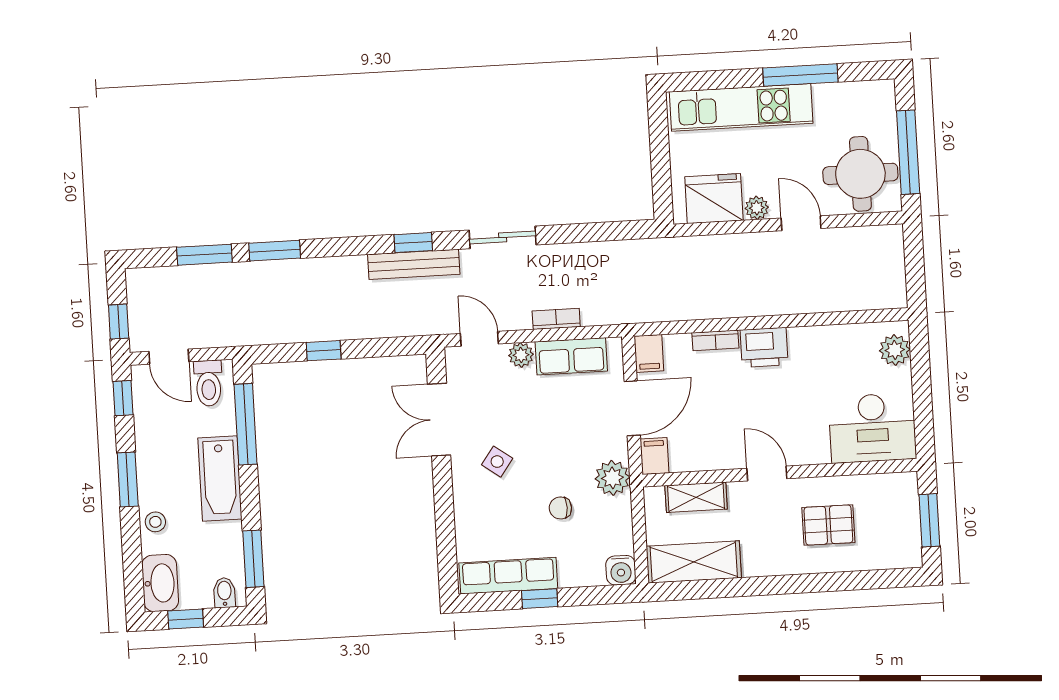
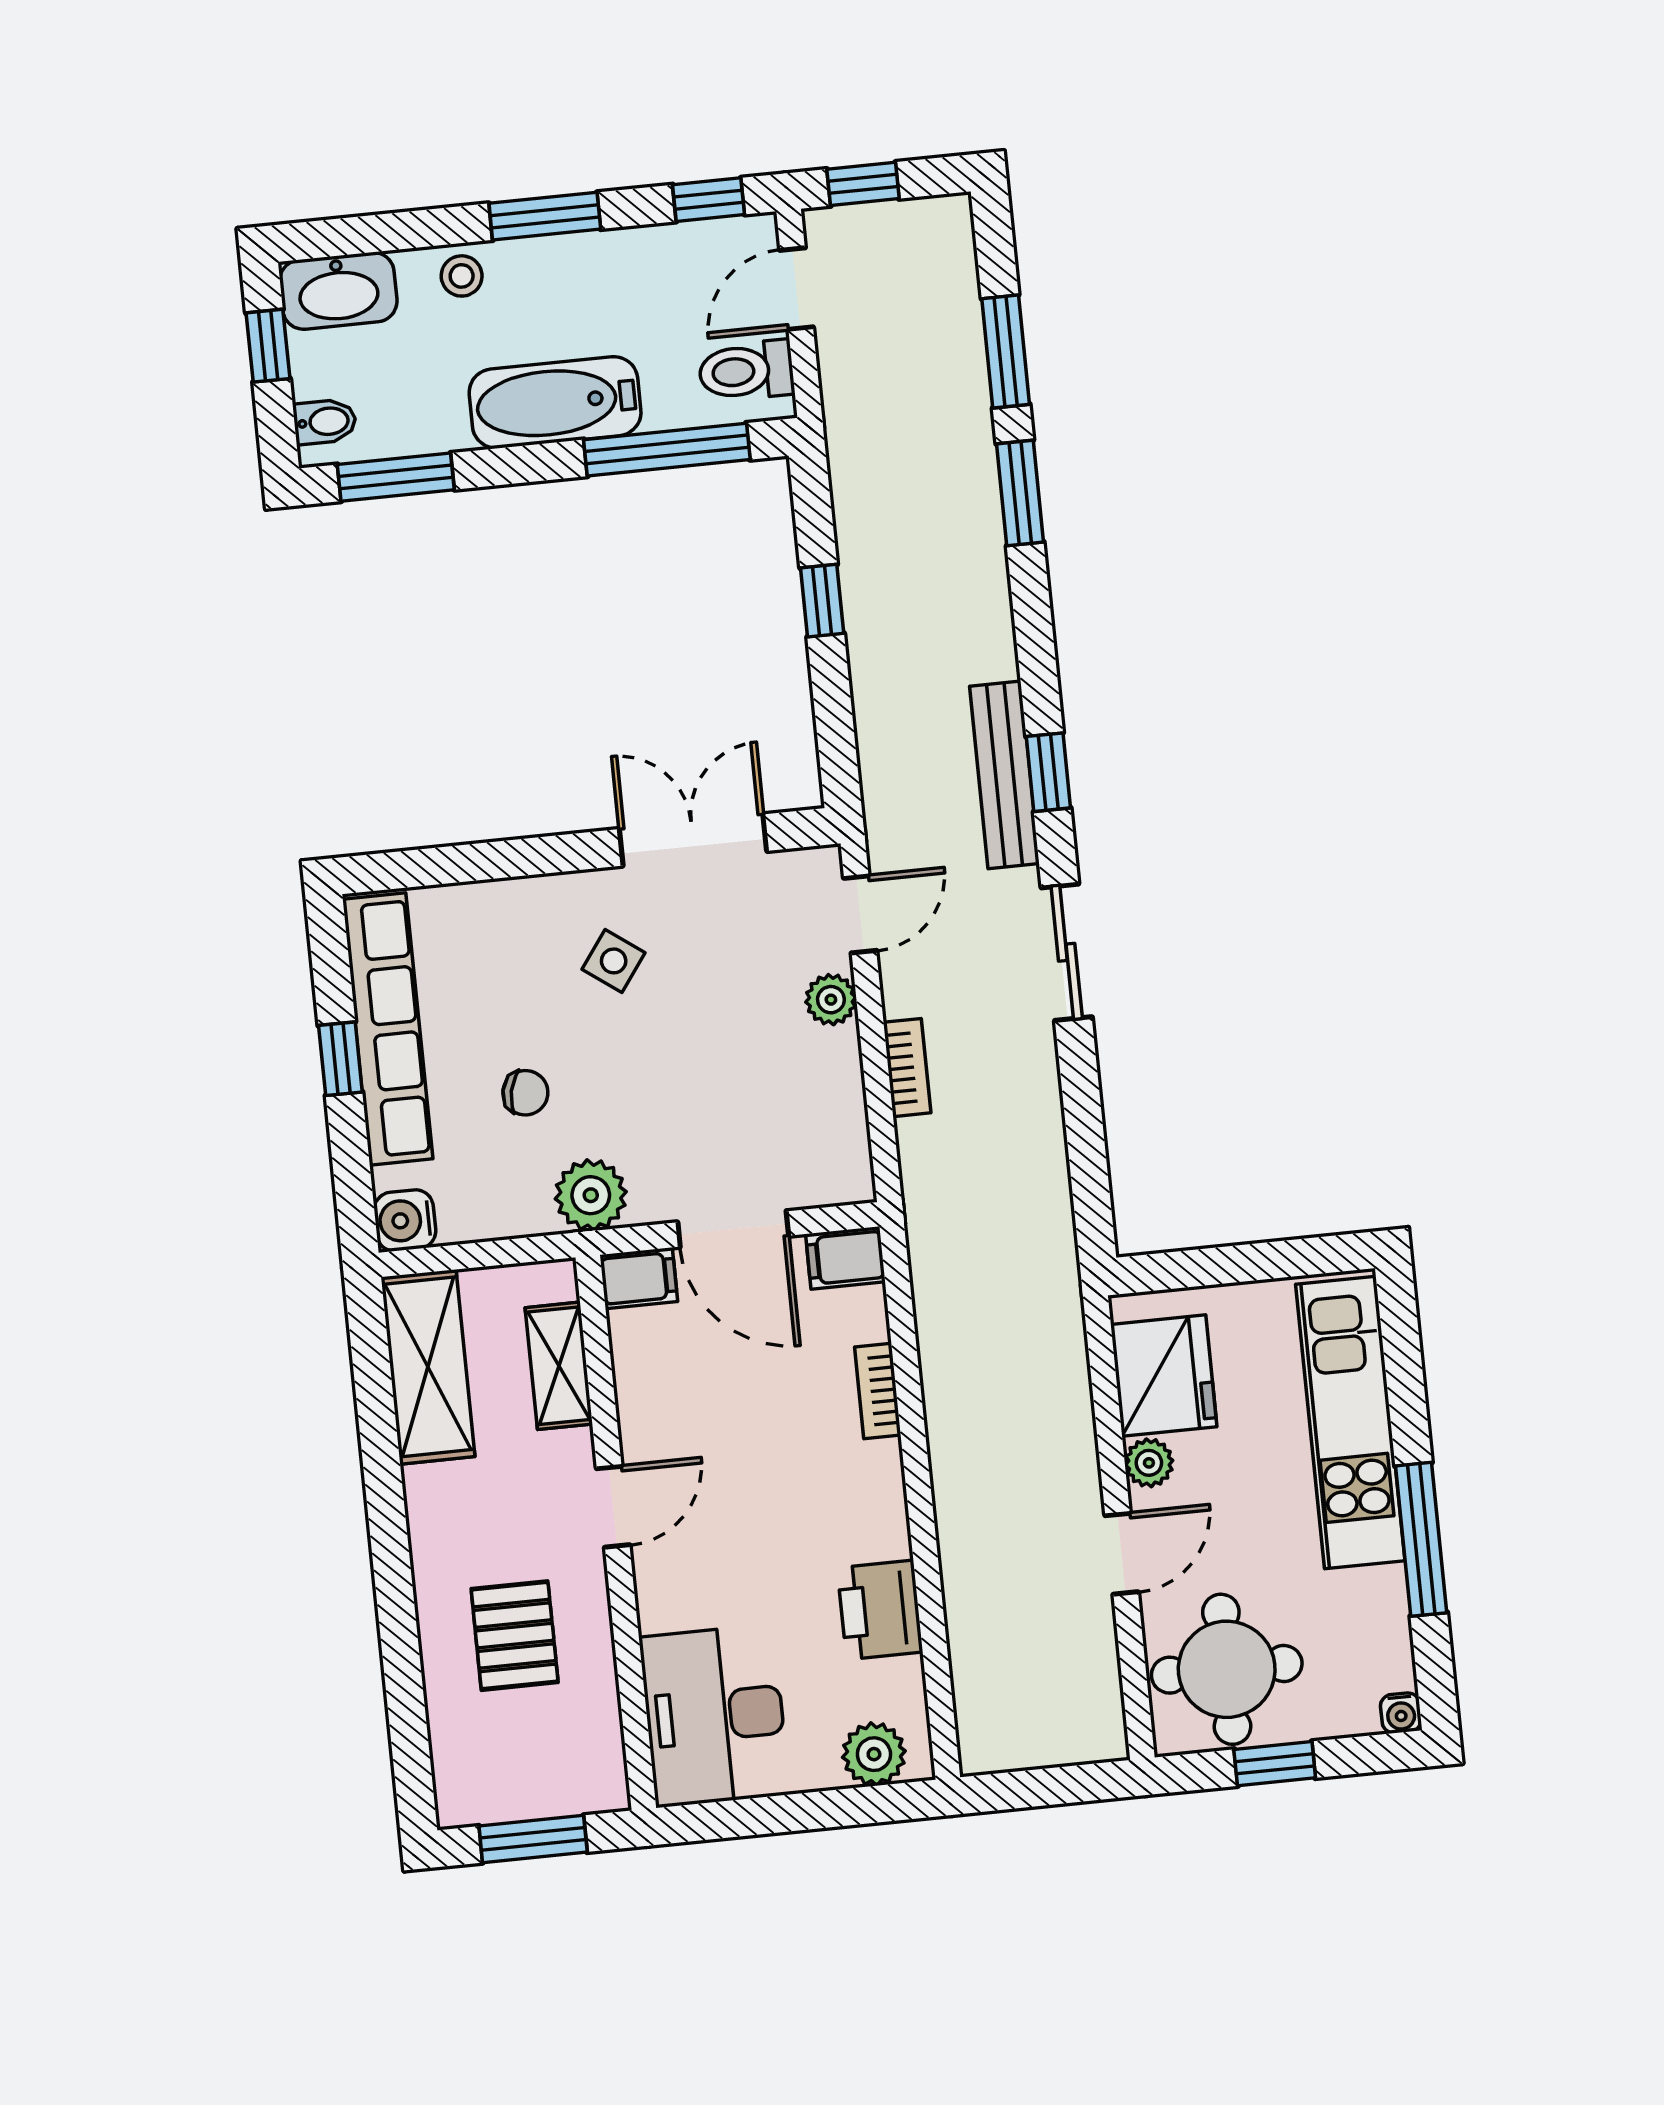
water cooler: (886, 89) -> (1401, 1713), added
window: (908, 152) -> (1275, 1764), width x0.46
printer: (764, 347) -> (880, 1610), moved
row of seats: (571, 356) -> (833, 1101), removed
chair: (560, 508) -> (525, 1093), turned 102
row of seats: (508, 576) -> (388, 1029), width x1.36

